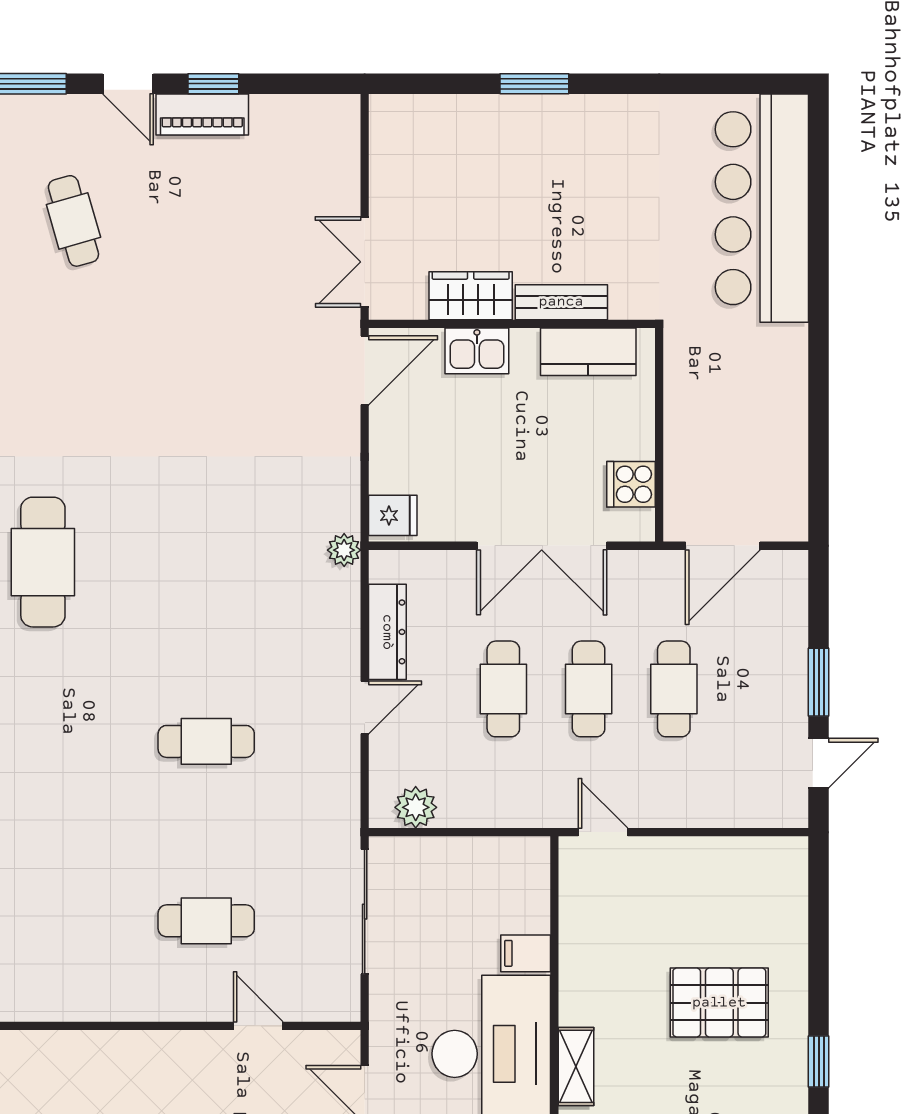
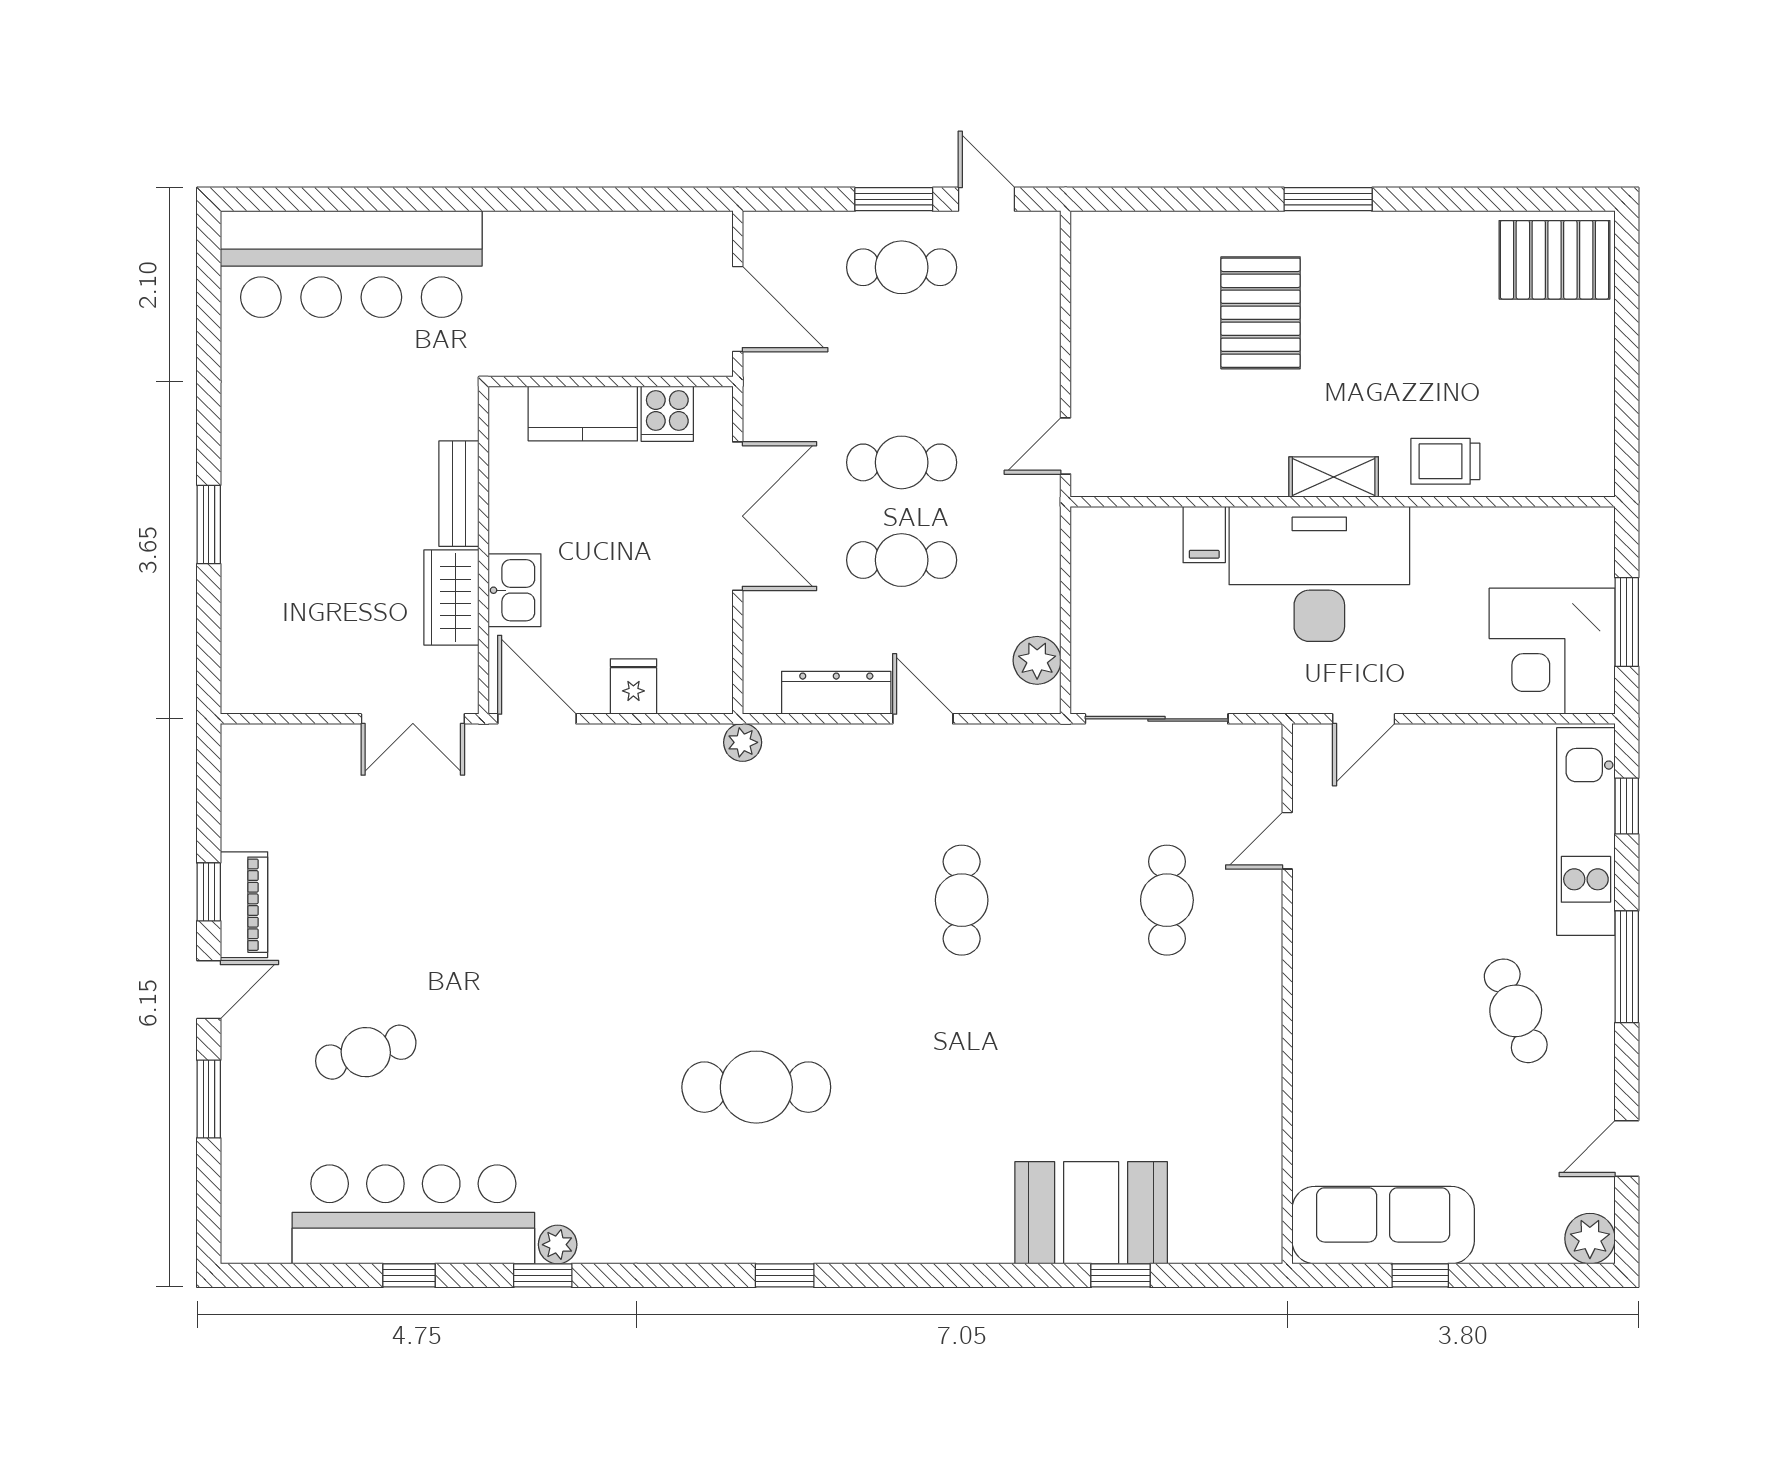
kitchen counter: (588, 352) -> (583, 414), moved, turned 90
fridge: (393, 515) -> (633, 687), moved
cafe table: (674, 689) -> (902, 267), moved
window: (819, 1061) -> (1328, 199), width x1.50

